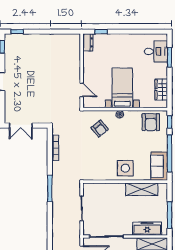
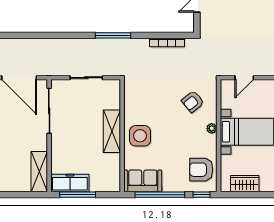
shelving: (142, 189) -> (112, 131), moved
freezer: (147, 229) -> (70, 183), moved, turned -90

